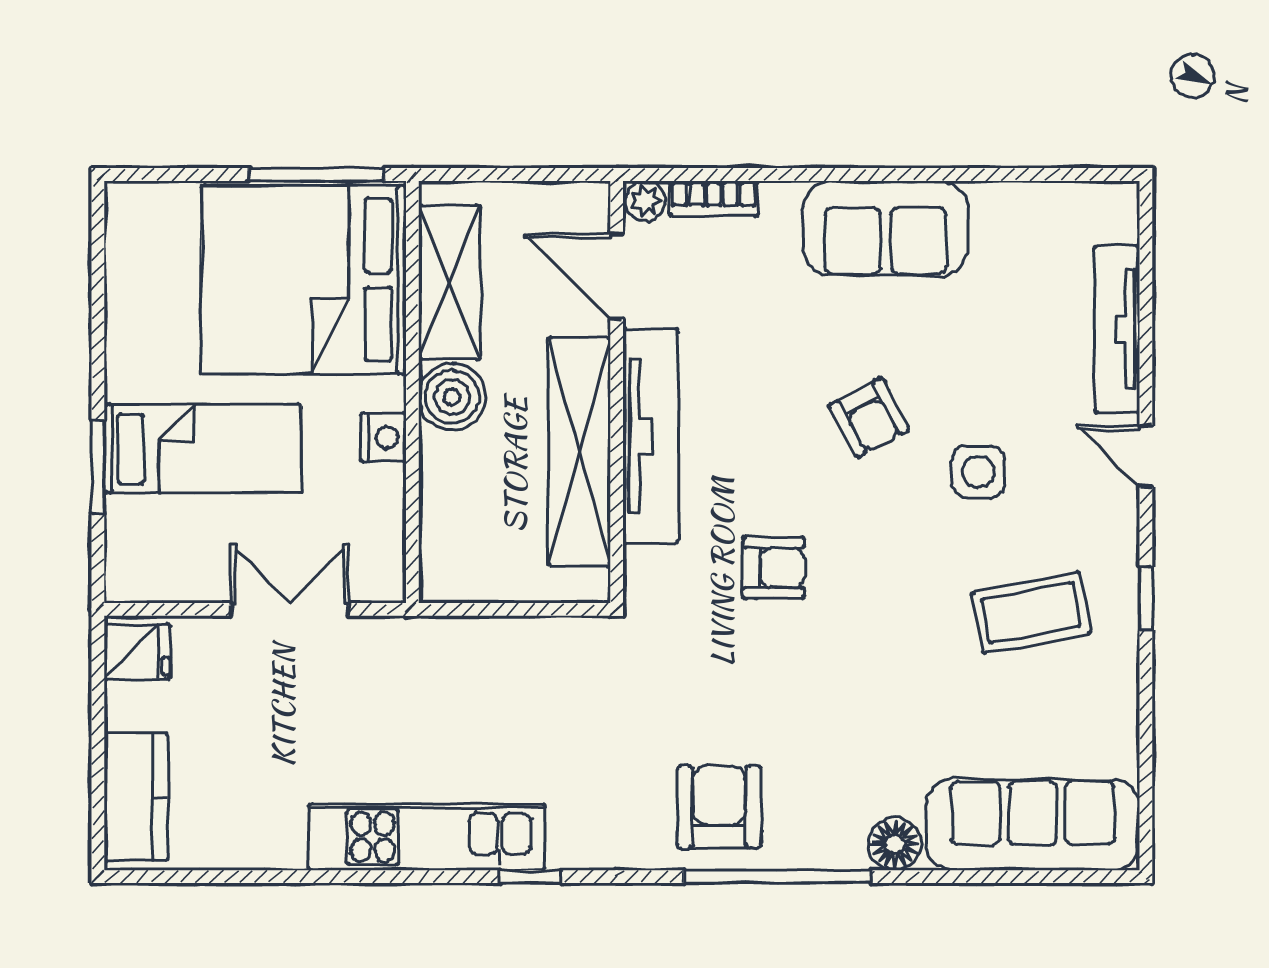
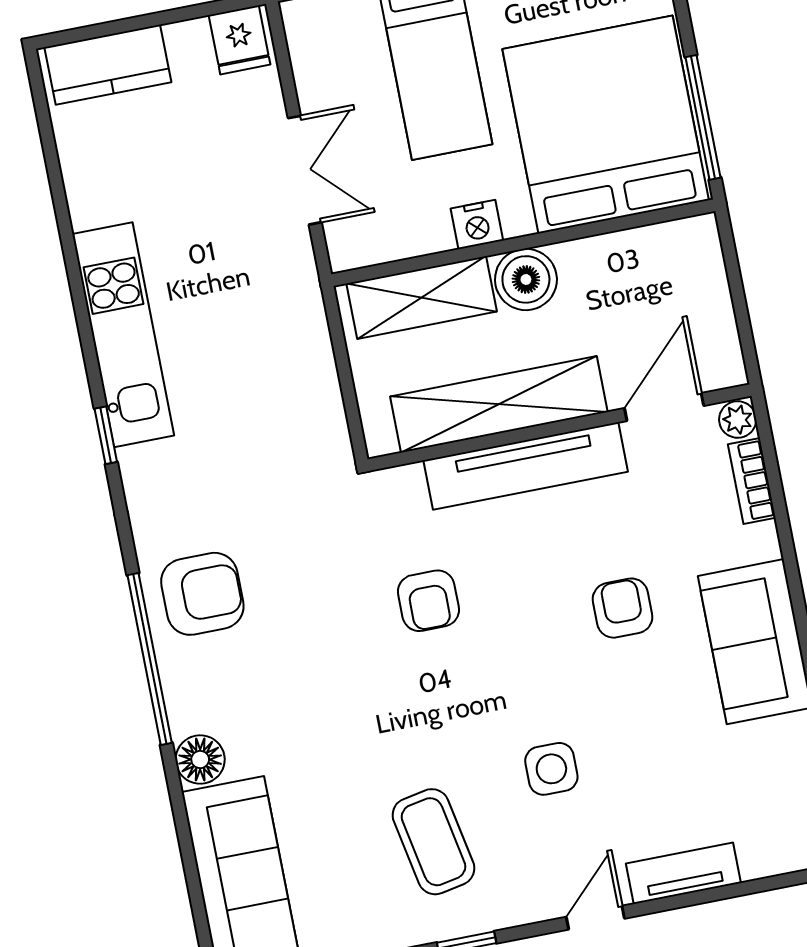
shelving: (449, 282) -> (422, 298), moved
tv unit: (1117, 329) -> (683, 873), width x0.71
armchair: (869, 417) -> (623, 608), moved, turned 118

